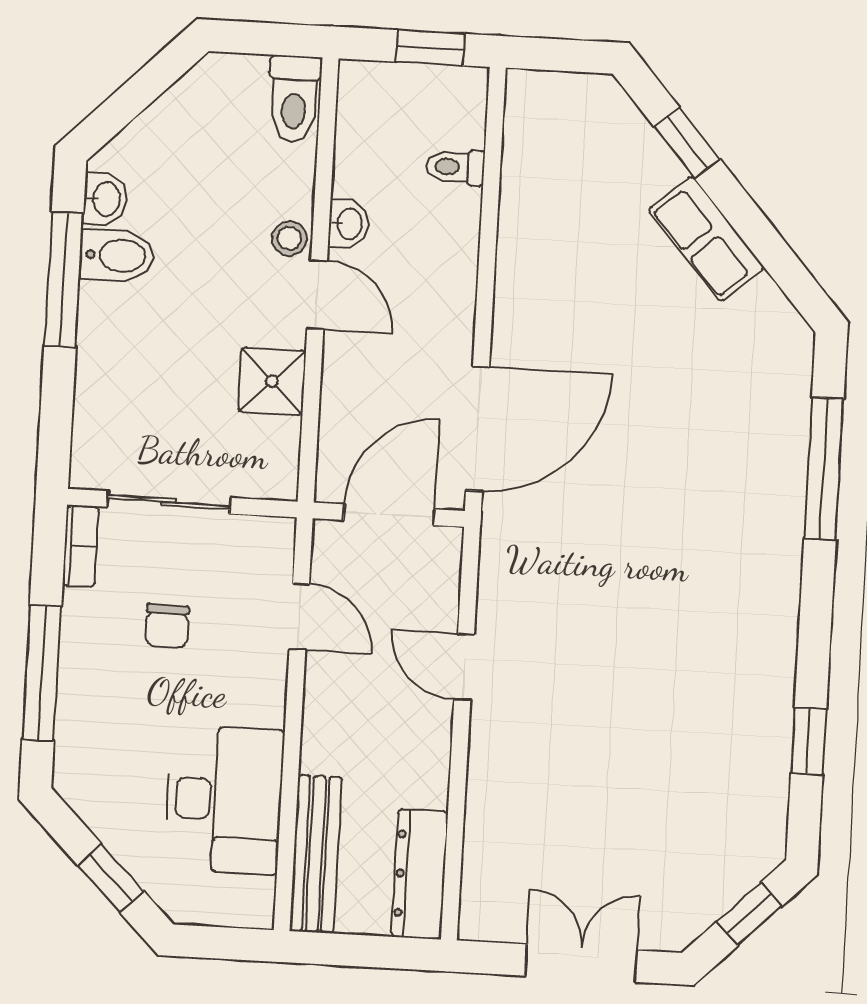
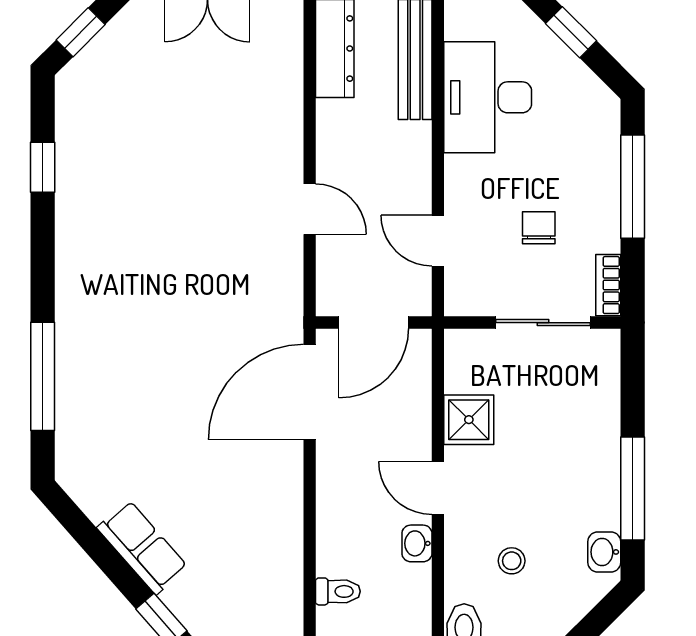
stool: (289, 238) -> (512, 561), moved
bidet: (117, 255) -> (593, 509), removed

